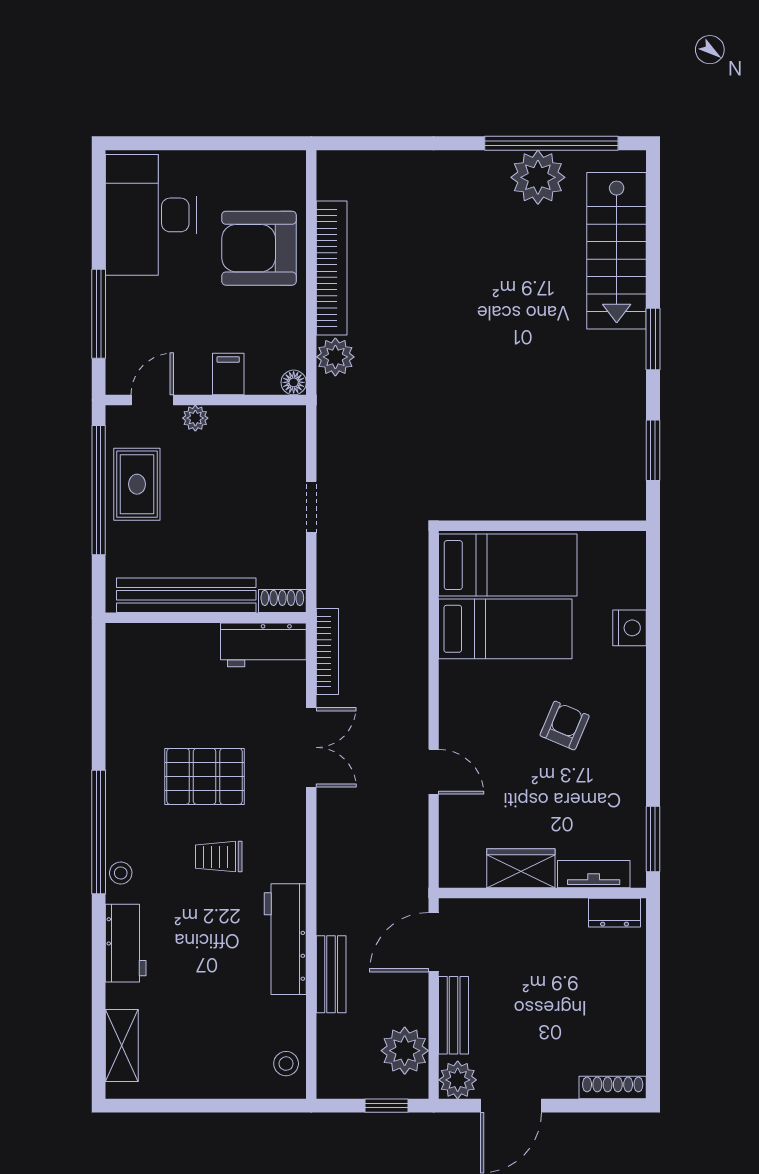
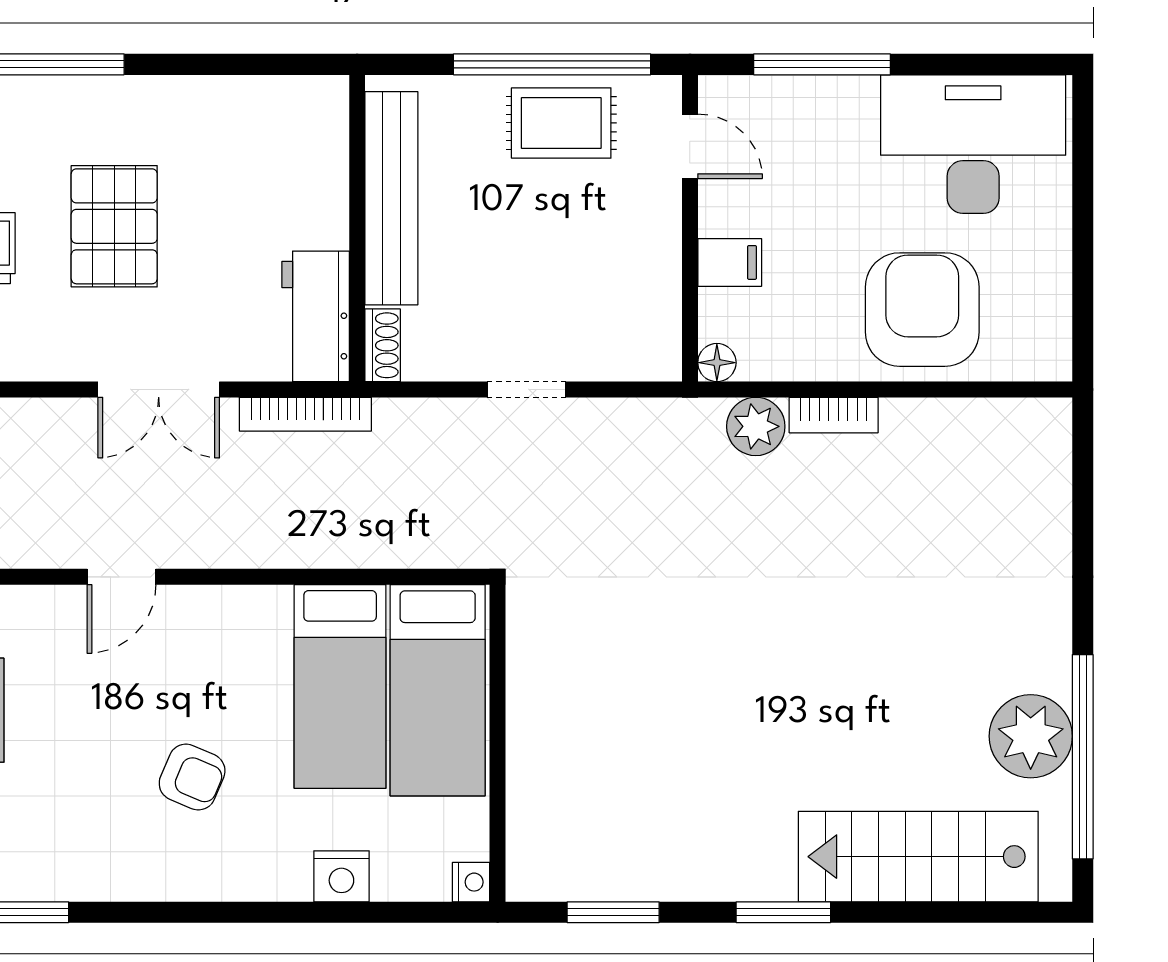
bookcase: (332, 268) -> (834, 415), width x0.43, depth x0.76
plant: (195, 418) -> (662, 212), removed
nightstand: (633, 543) -> (471, 882), added

